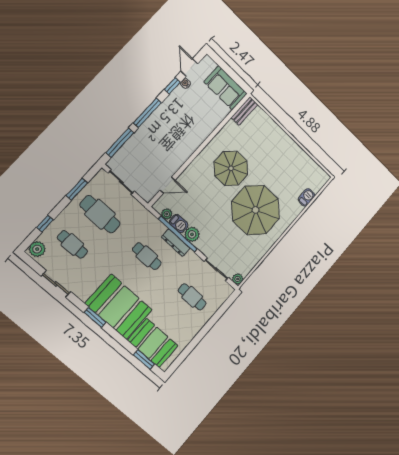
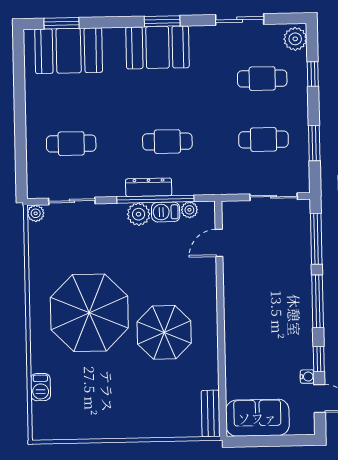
cafe table: (100, 214) -> (264, 140), width x0.73, depth x0.74
booth: (119, 307) -> (157, 47), width x0.73, depth x0.70

